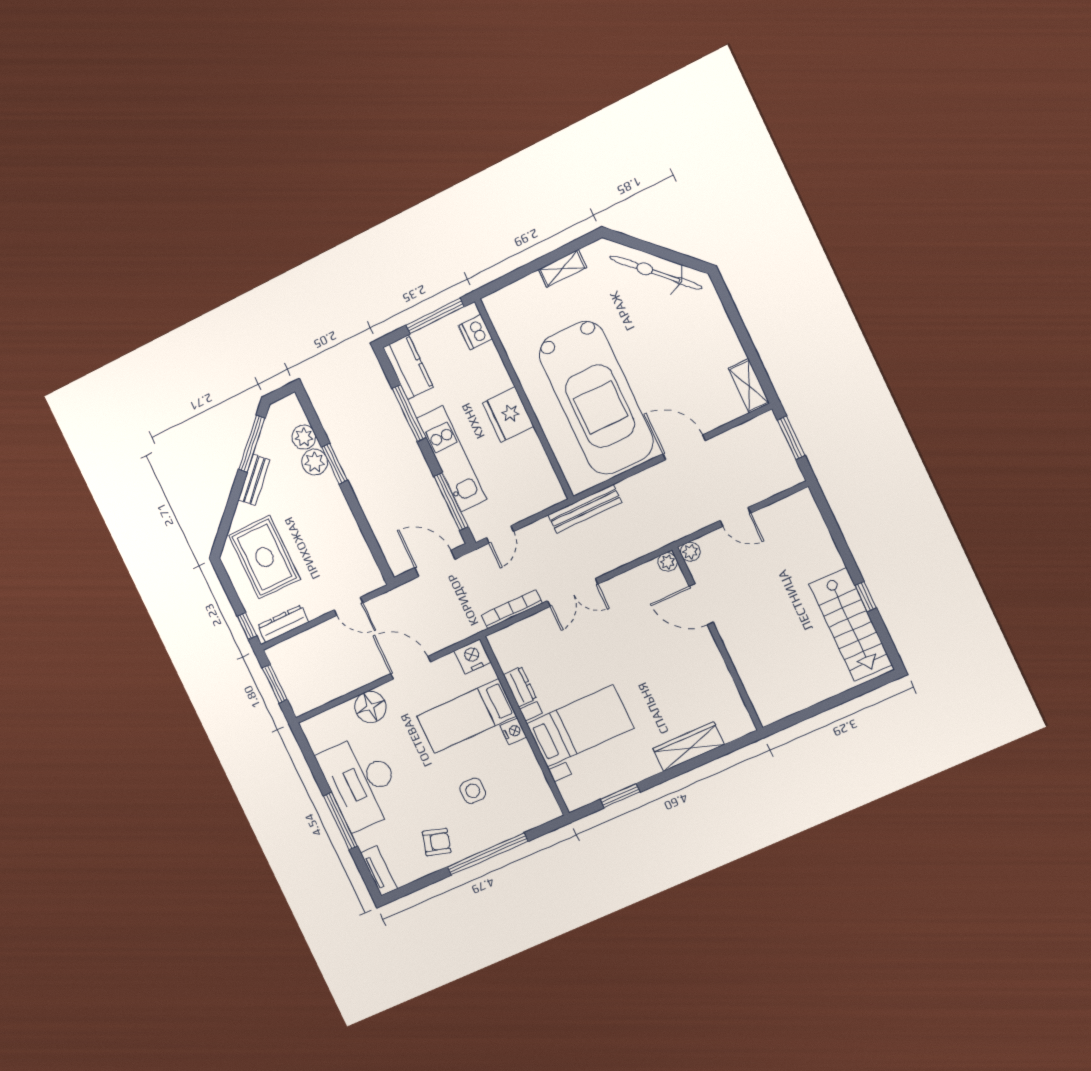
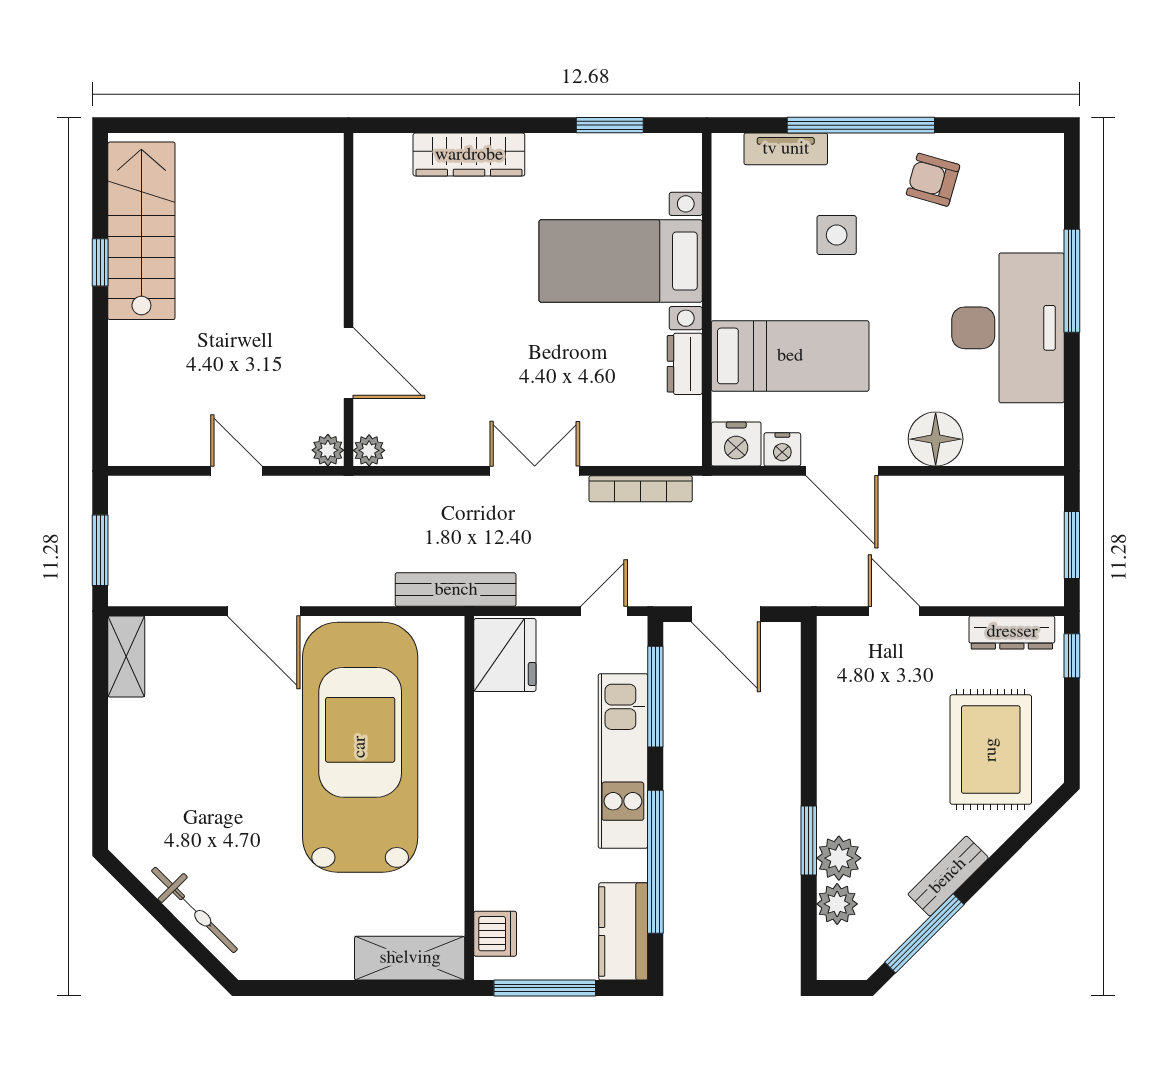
shelving: (563, 268) -> (410, 958), moved, width x1.50, depth x1.33
bicycle: (656, 273) -> (194, 910), width x0.73, depth x0.71
window: (409, 413) -> (655, 862), width x1.46
fridge: (508, 415) -> (505, 655), moved
nightstand: (513, 731) -> (782, 449), moved, turned -90
tv unit: (379, 871) -> (786, 149), moved, turned -90

